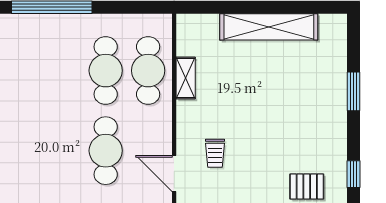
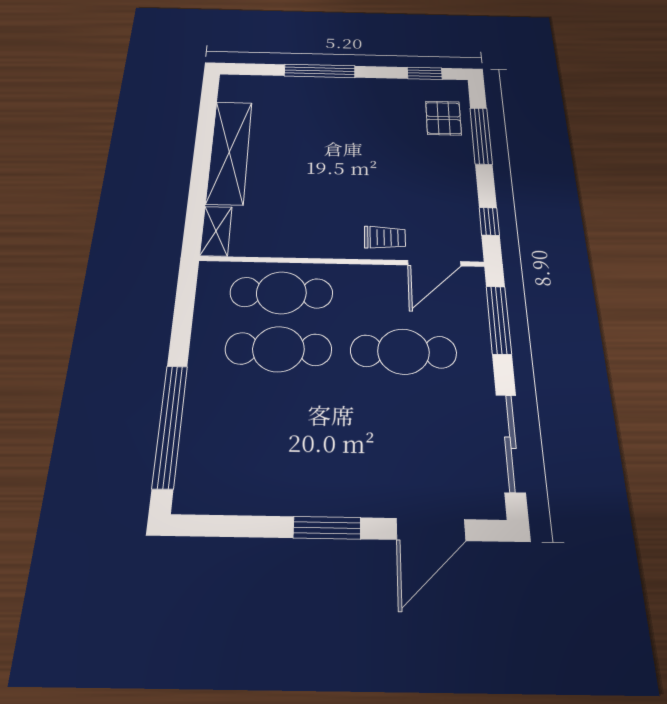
shelving: (186, 78) -> (216, 231), moved, turned 90
window: (353, 91) -> (320, 71), width x1.44
trolley: (215, 153) -> (385, 237), moved

